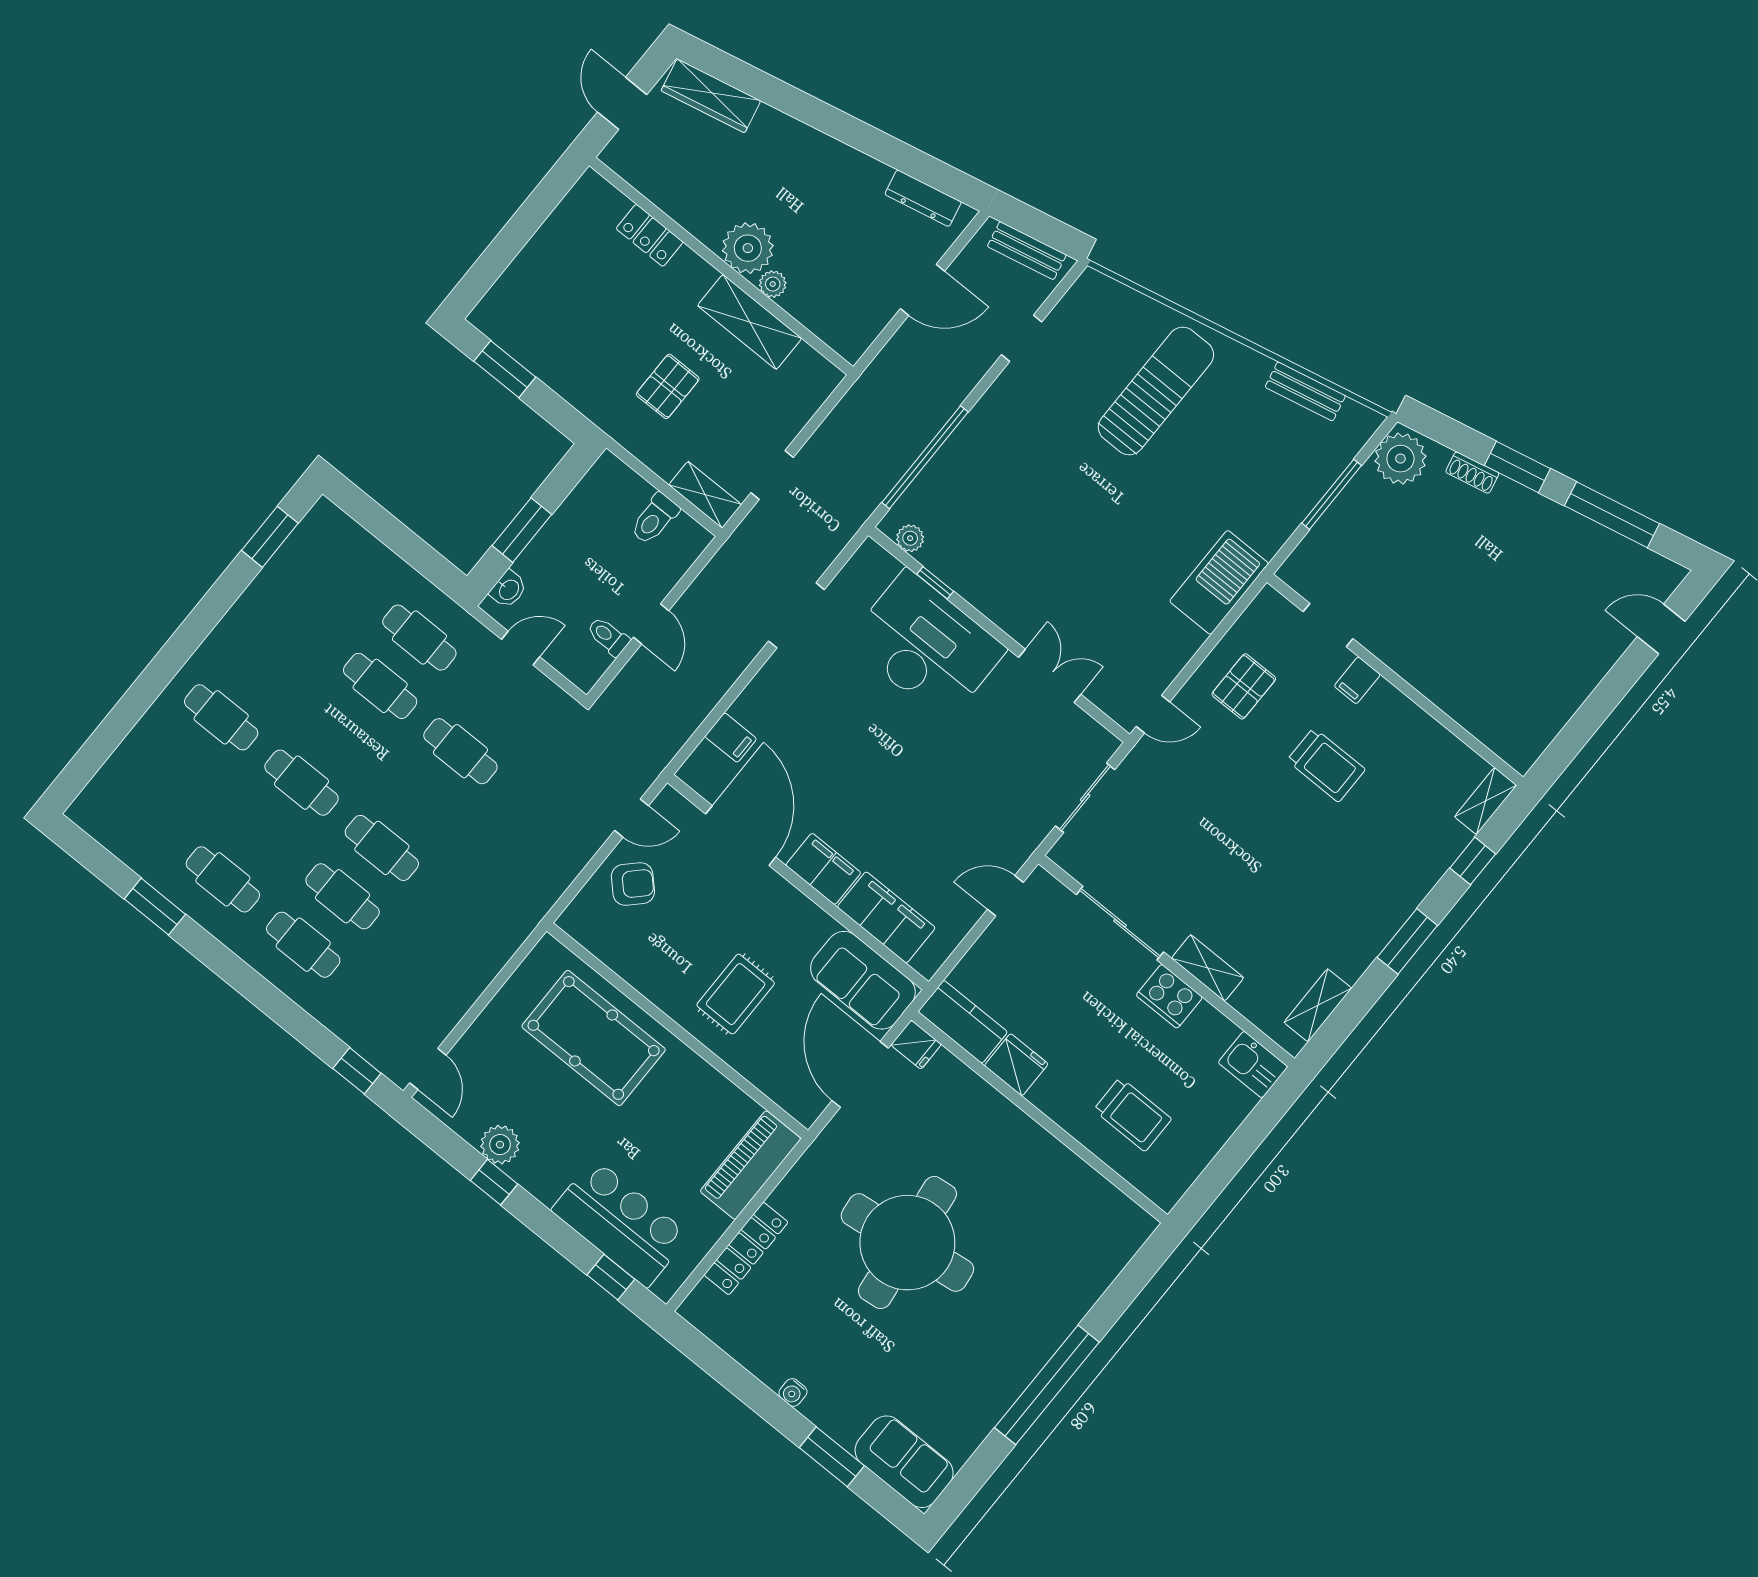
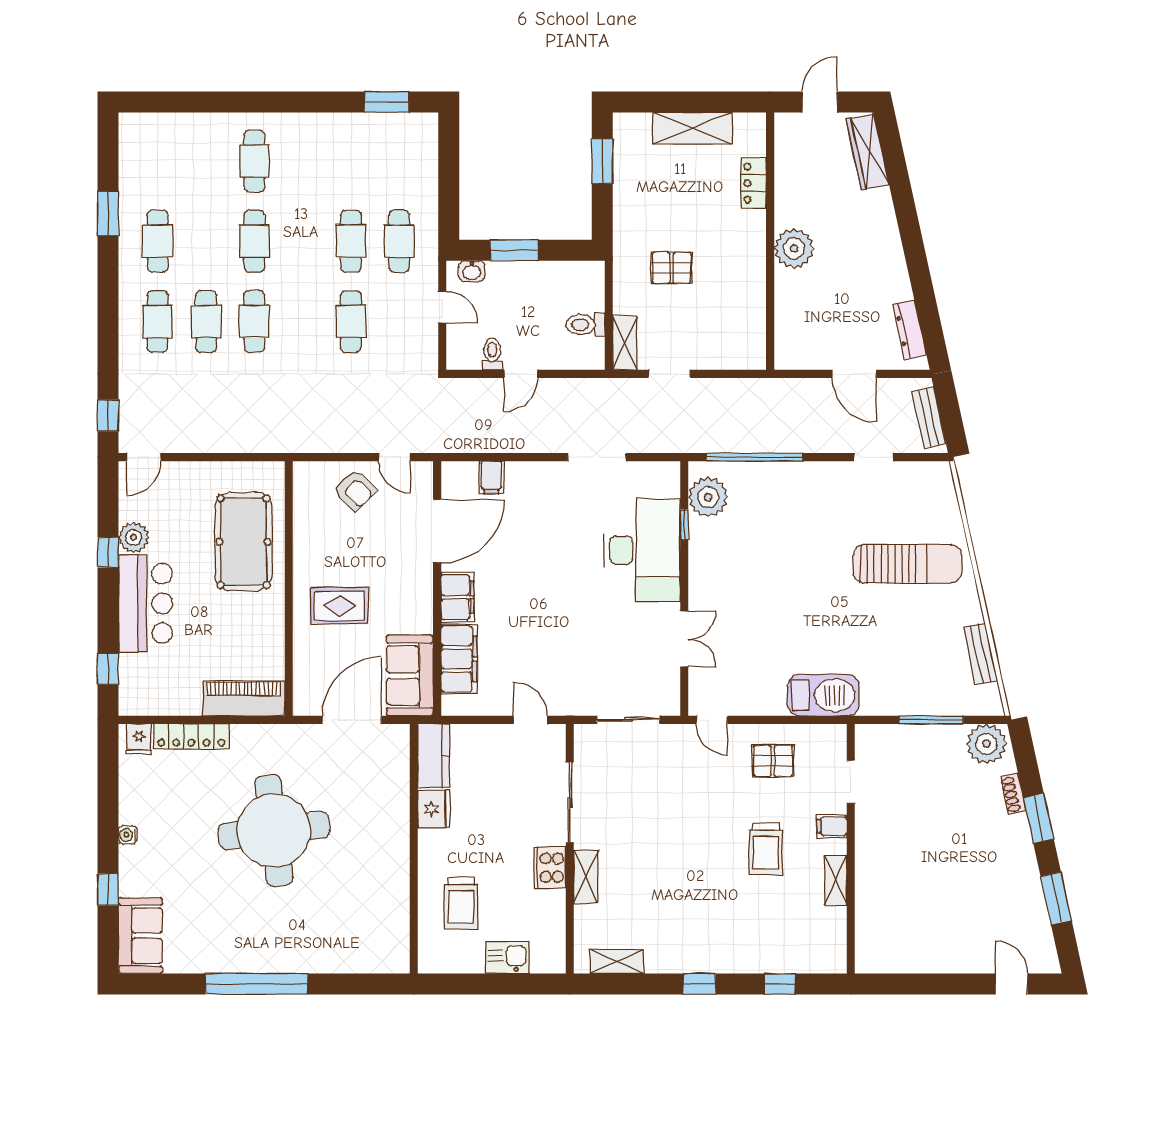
plant: (773, 284) -> (785, 281), removed
shelving: (750, 322) -> (693, 128), moved, turned 90
window: (1612, 515) -> (1056, 898), width x0.69
plant: (910, 538) -> (708, 497), width x1.87, depth x1.87
shelving: (1486, 801) -> (836, 880), moved, turned 90
window: (1407, 941) -> (699, 984), width x0.67
fridge: (916, 1045) -> (139, 739), moved
kitchen sink: (1253, 1065) -> (507, 957), moved, turned 90
bar counter: (620, 1223) -> (145, 603), moved
window: (832, 1457) -> (108, 890), width x0.67

